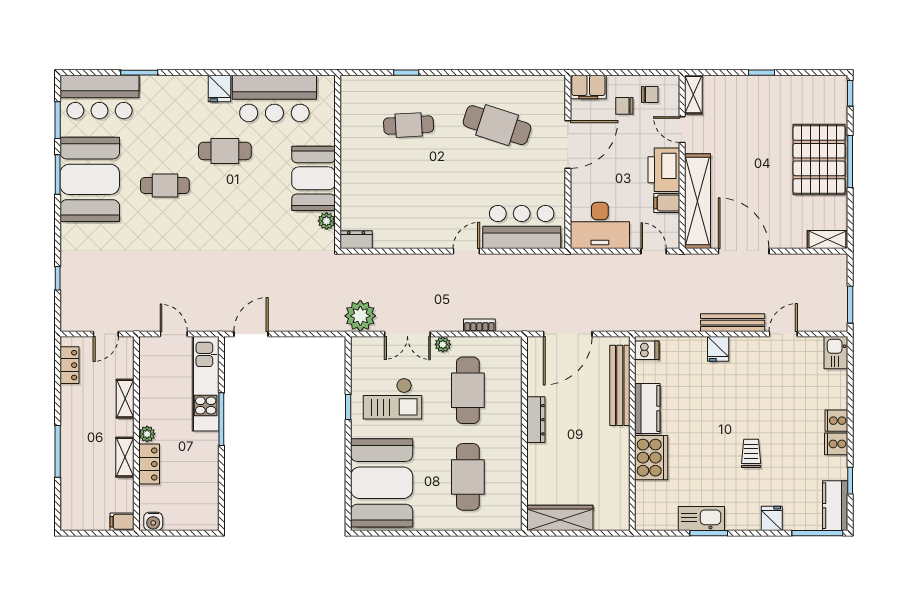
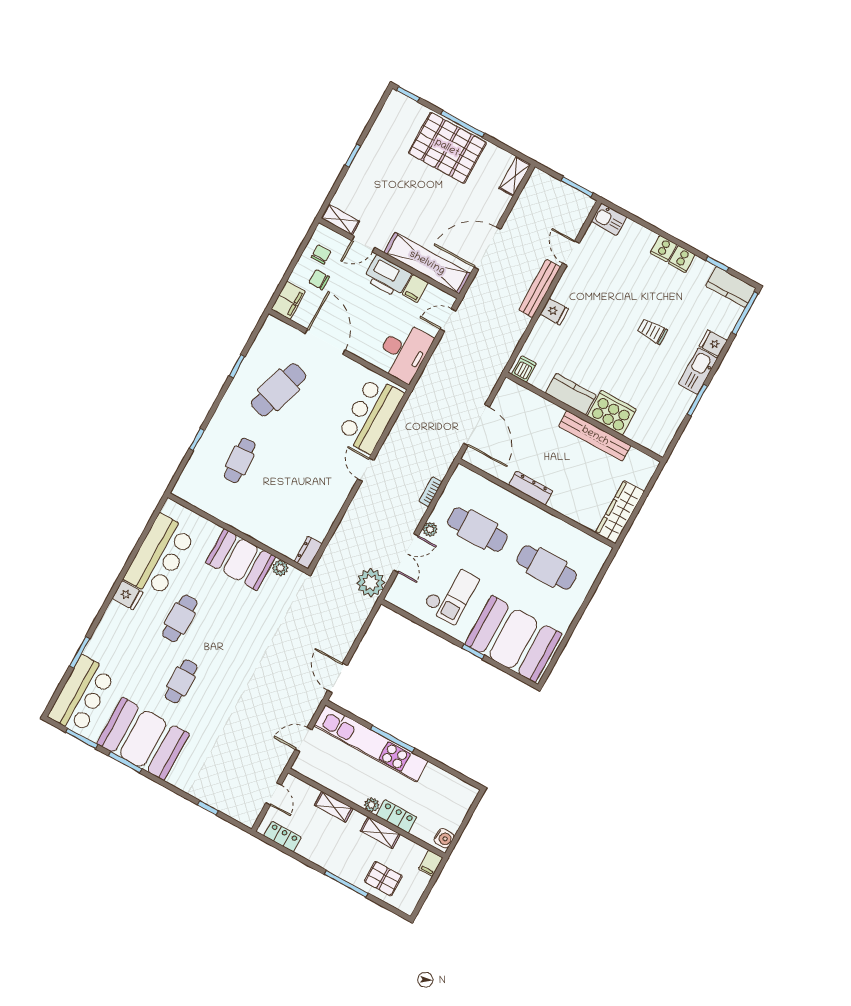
window: (498, 73) -> (237, 366), added
chair: (624, 106) -> (319, 280), turned 90
kitchen unit: (206, 384) -> (371, 743), width x1.36
bench: (620, 385) -> (595, 436), moved
window: (348, 407) -> (473, 652), moved
pallet: (82, 484) -> (383, 879), added
kitchen sink: (701, 519) -> (698, 371), moved

